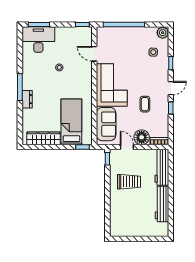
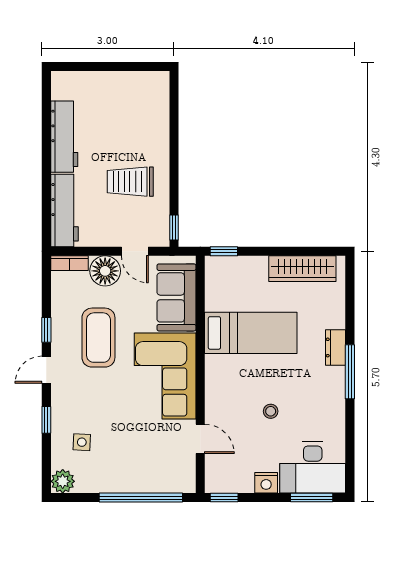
nightstand: (62, 32) -> (266, 483), added
coffee table: (145, 104) -> (98, 338), width x1.86, depth x1.72
bed: (71, 122) -> (251, 333), moved, turned -90

